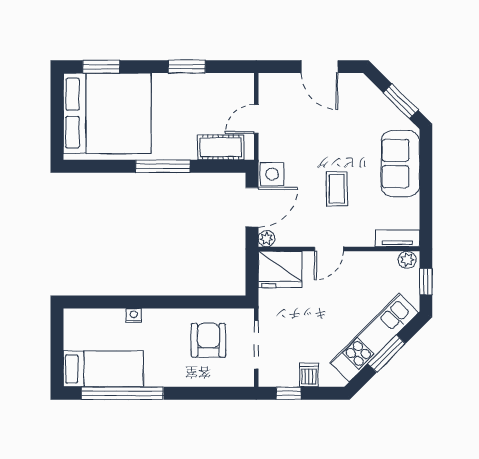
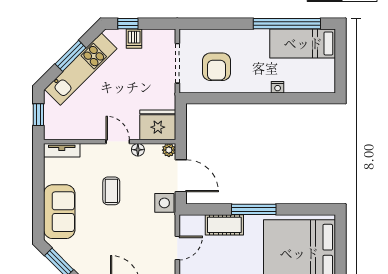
cot: (221, 147) -> (224, 225), moved
door: (252, 207) -> (181, 176), swing flipped
floor lamp: (304, 239) -> (138, 150), added
door: (329, 249) -> (118, 142), hinge flipped
plant: (407, 260) -> (54, 133), removed
window: (289, 393) -> (128, 24), moved

